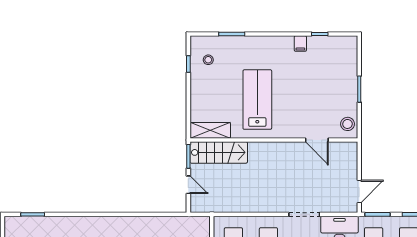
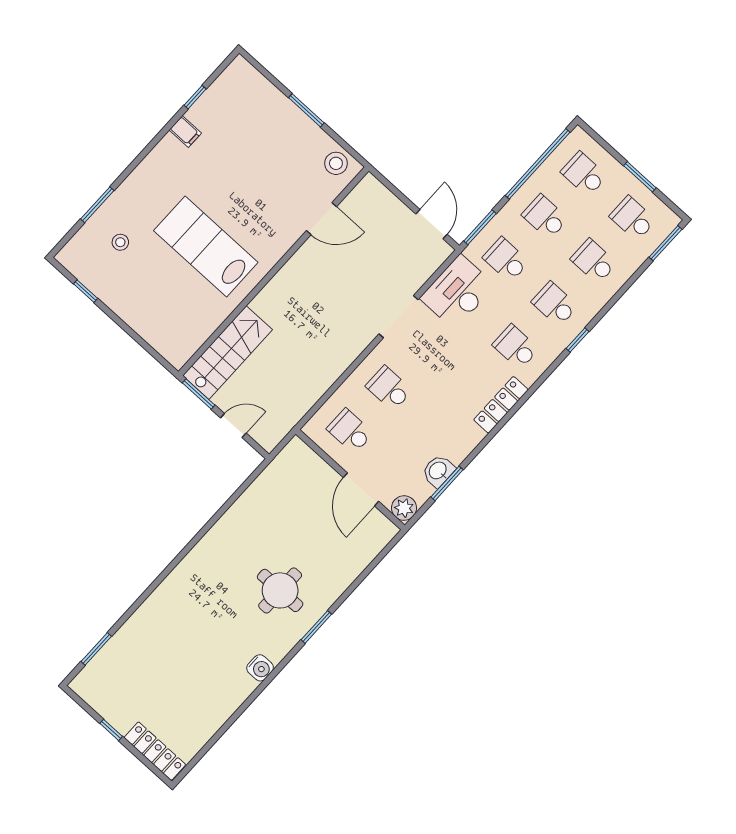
stool: (208, 60) -> (120, 242), moved
shelving: (210, 130) -> (191, 338), removed

